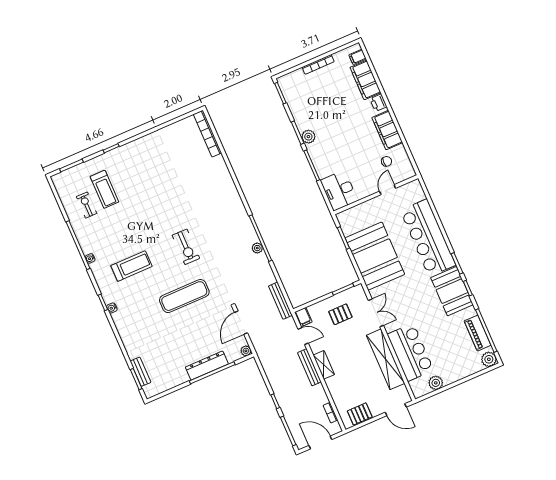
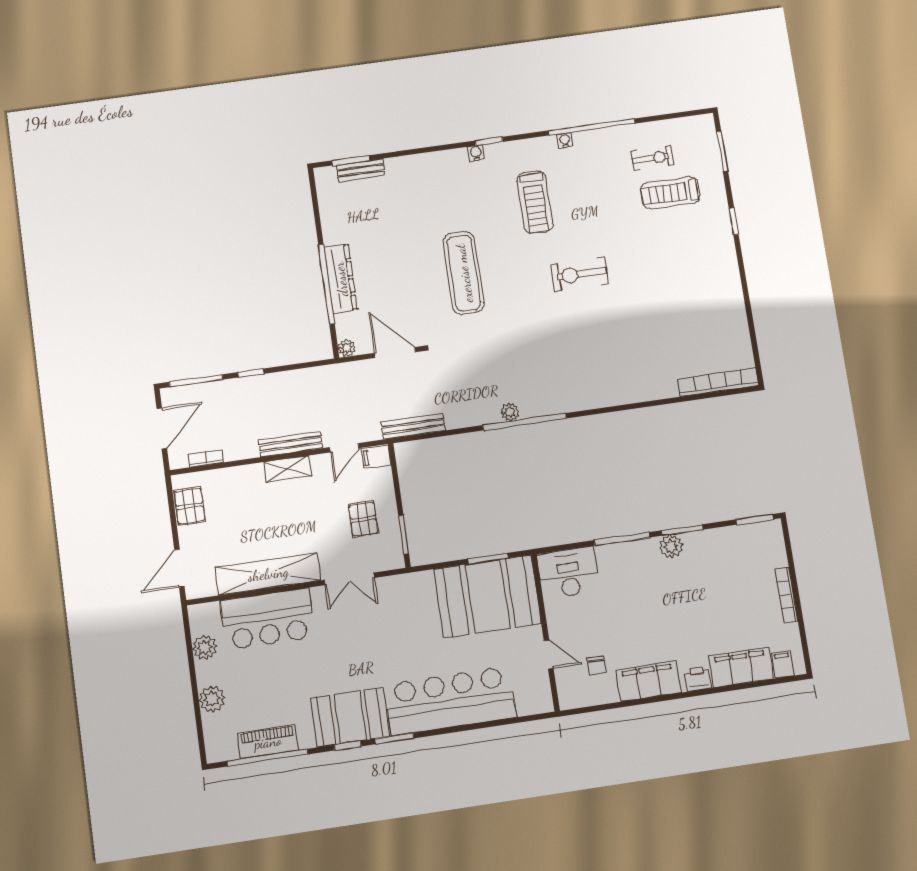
exercise bike: (186, 247) -> (580, 274), moved
booth: (375, 256) -> (488, 596), moved
plant: (489, 359) -> (212, 699), moved

